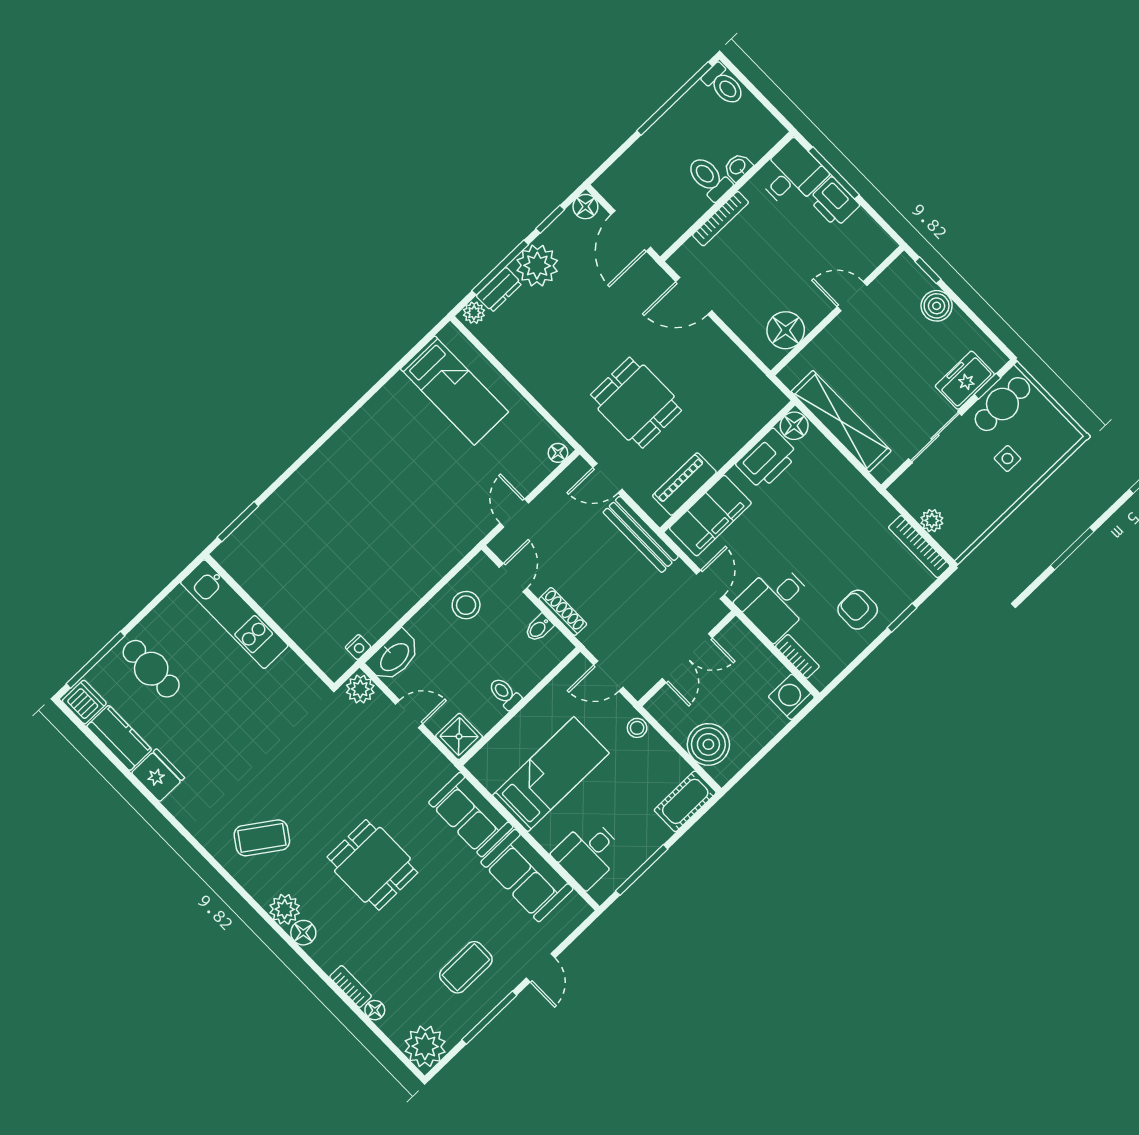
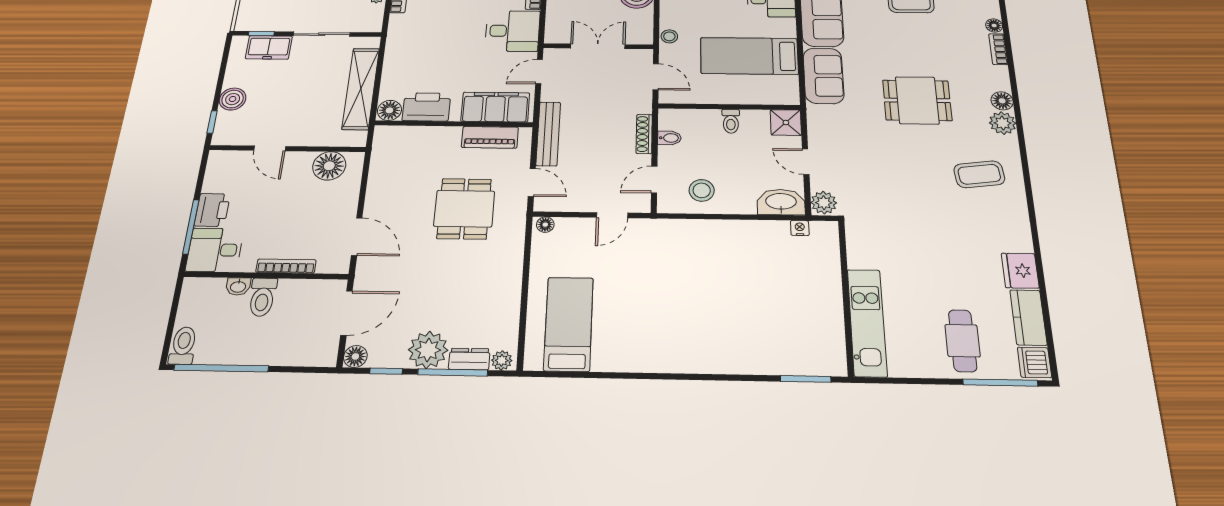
cafe table: (1002, 404) -> (266, 18), removed
coffee table: (262, 838) -> (979, 174), turned -42
dining table: (372, 865) -> (917, 100), turned 90

